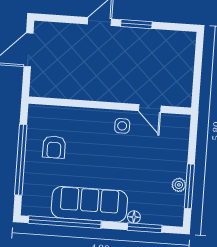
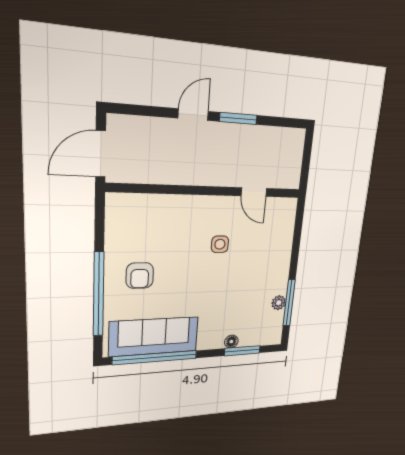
wall: (110, 106) -> (208, 191), moved
door: (150, 108) -> (254, 192), moved
sofa: (89, 204) -> (154, 337), moved

